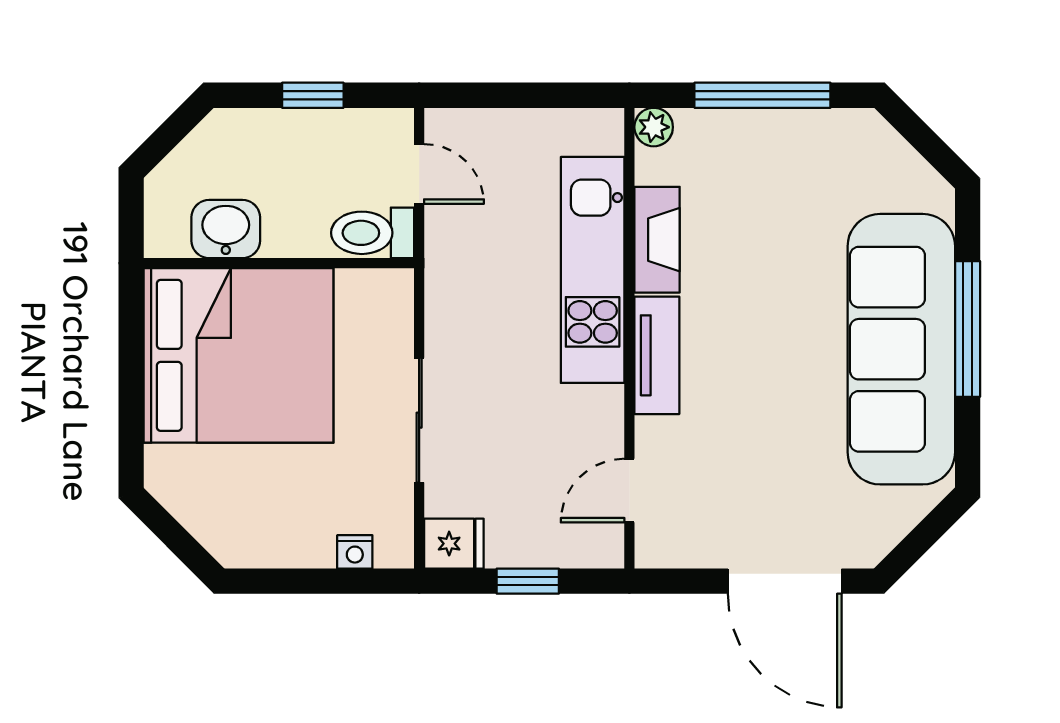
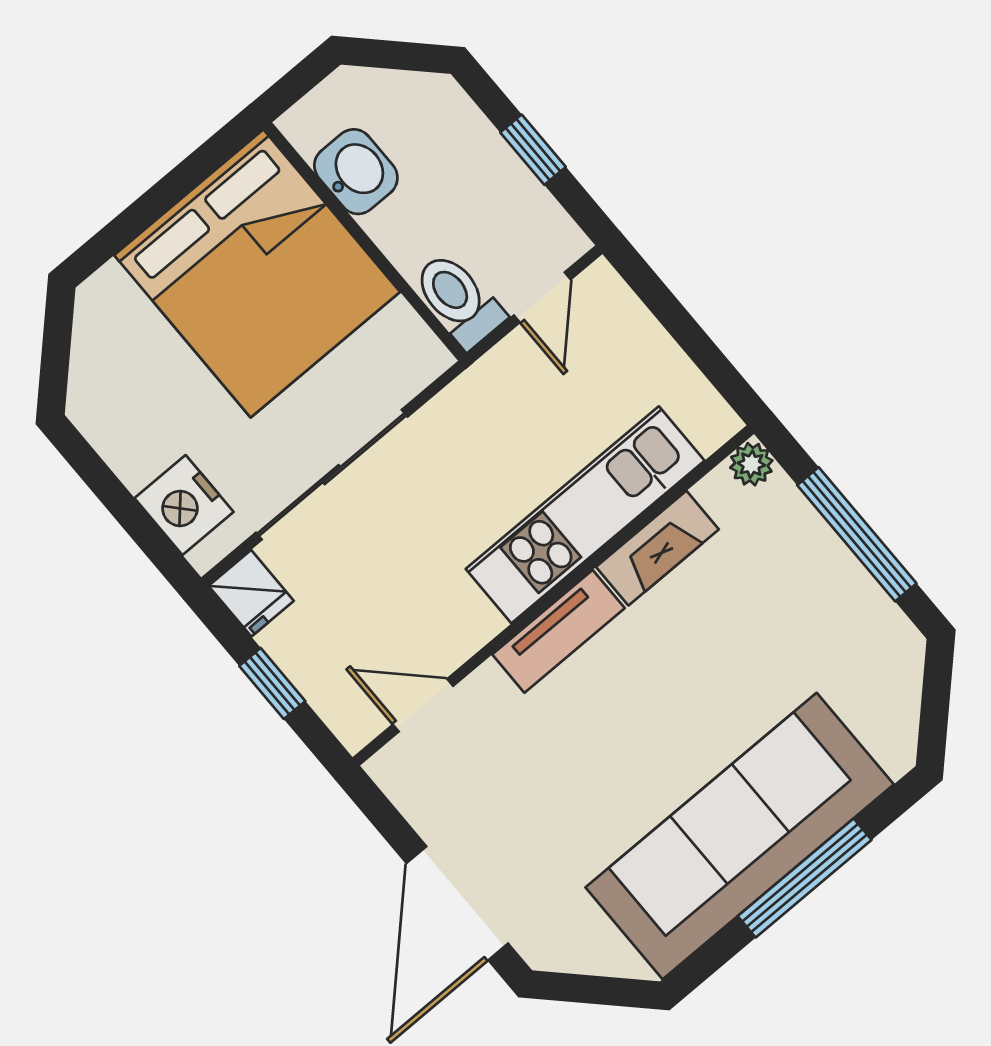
sliding door: (419, 420) -> (332, 475), width x1.37
nightstand: (355, 552) -> (184, 505), width x1.89, depth x1.79

